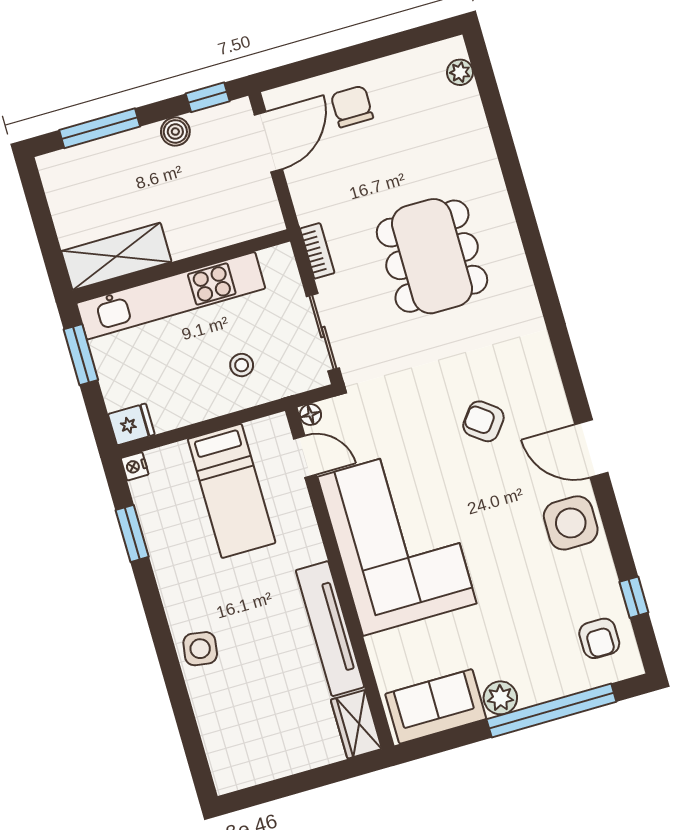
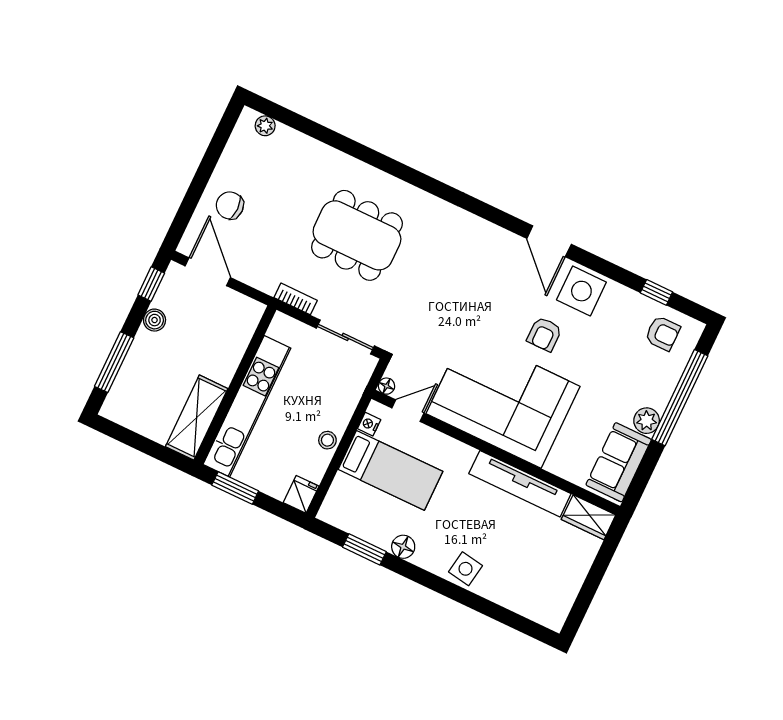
stool: (242, 365) -> (327, 440), moved
armchair: (483, 421) -> (544, 334), moved, turned -37
door: (591, 449) -> (549, 241), hinge flipped
nightstand: (135, 466) -> (369, 424), moved, turned 90
floor lamp: (168, 569) -> (403, 547), added

